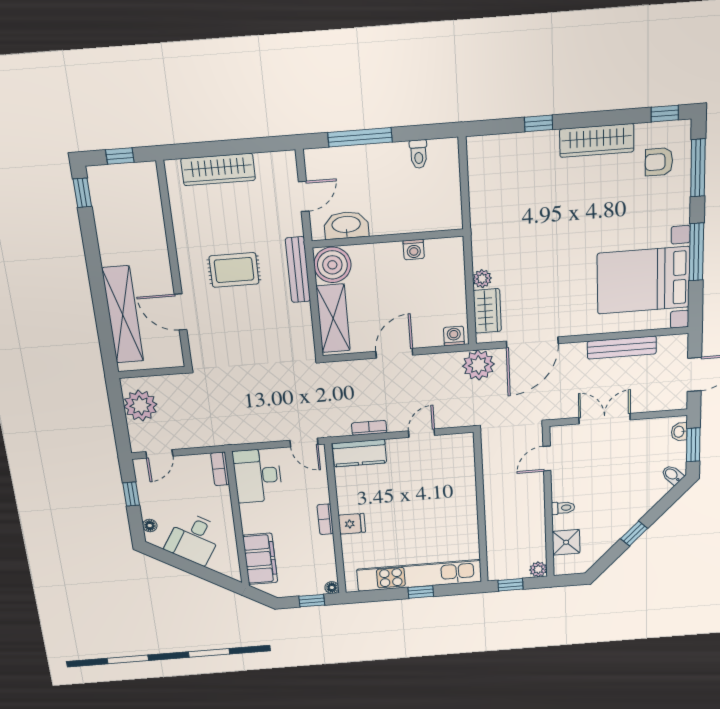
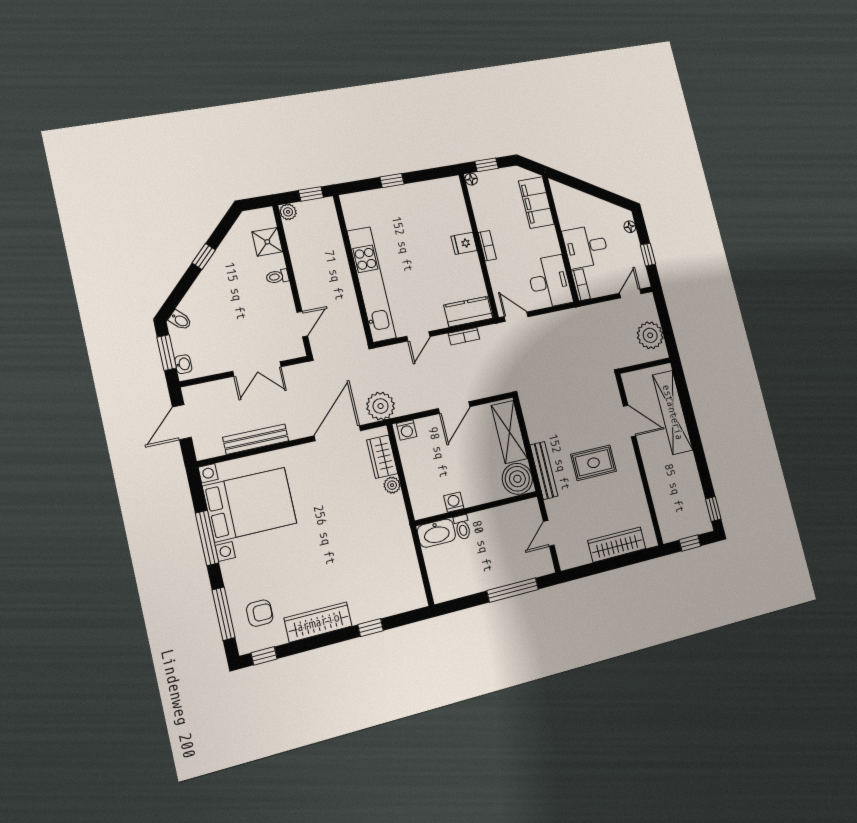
toilet: (419, 154) -> (462, 527), moved, turned 180
washbasin: (346, 225) -> (436, 533), moved
desk: (194, 539) -> (586, 247), moved, turned -121
kitchen unit: (419, 575) -> (371, 284), moved, turned -90

